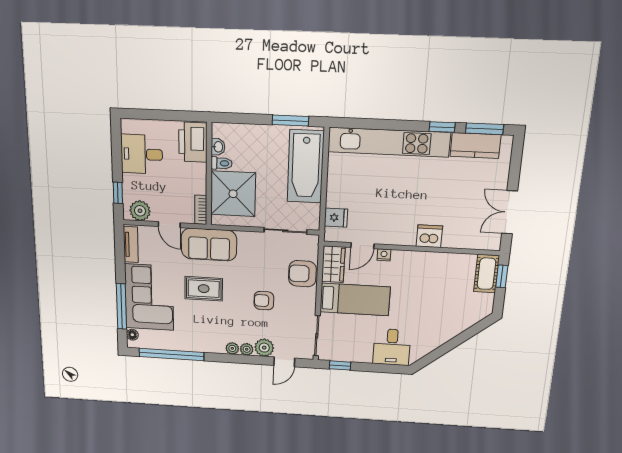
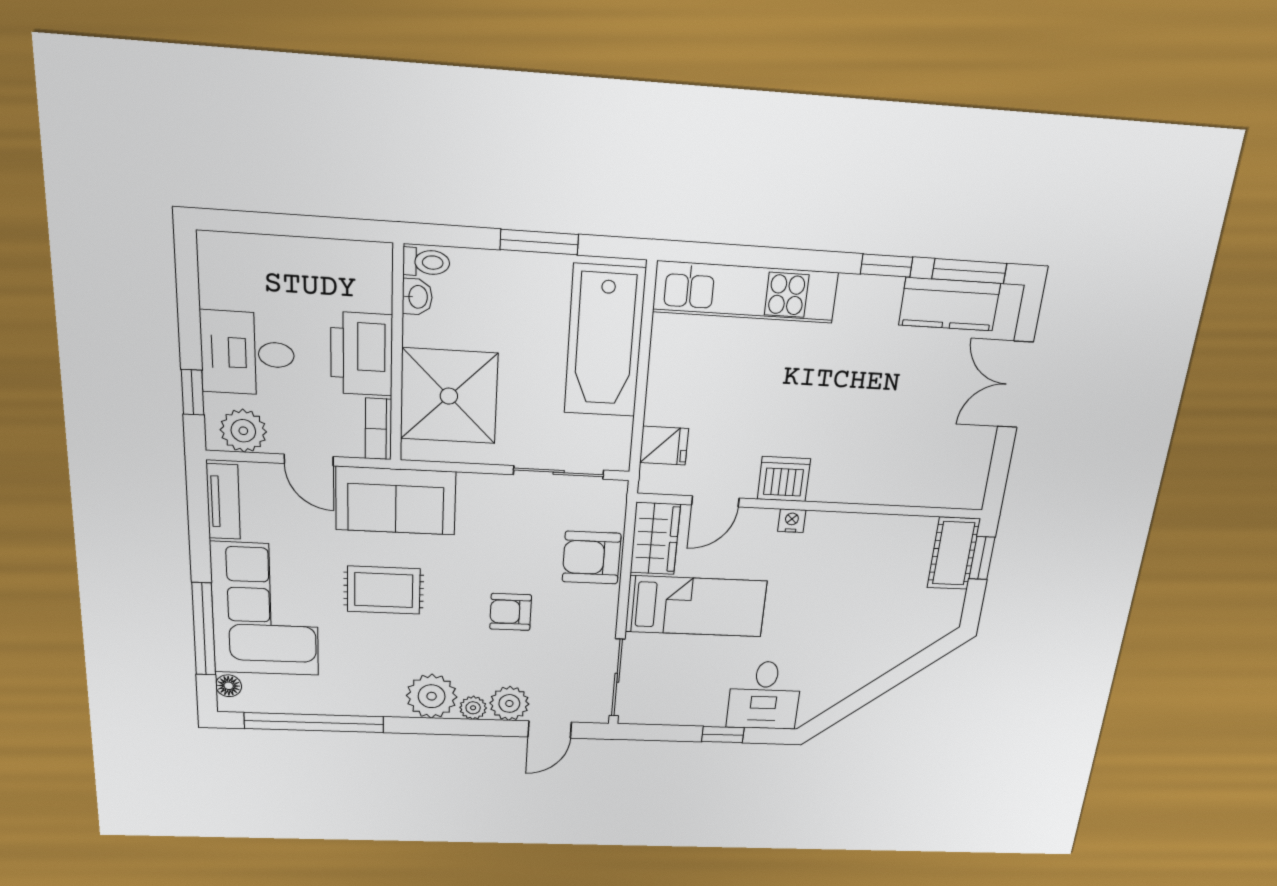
window: (290, 121) -> (539, 242), moved
printer: (193, 142) -> (362, 354), moved
kitchen unit: (389, 142) -> (745, 292), width x0.73
desk: (142, 154) -> (248, 353), moved
toilet: (222, 163) -> (426, 262), moved
double door: (510, 212) -> (1015, 385), moved
dishwasher: (429, 236) -> (784, 479), moved
nightstand: (384, 255) -> (792, 521), moved
plant: (232, 348) -> (432, 696), width x1.88, depth x1.88
window: (340, 365) -> (723, 735), moved

